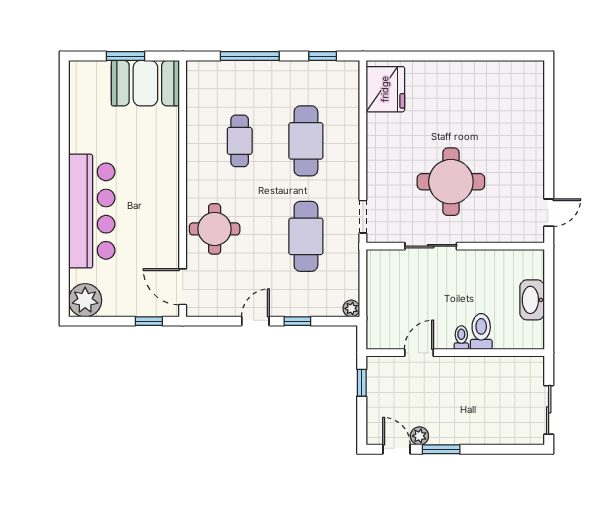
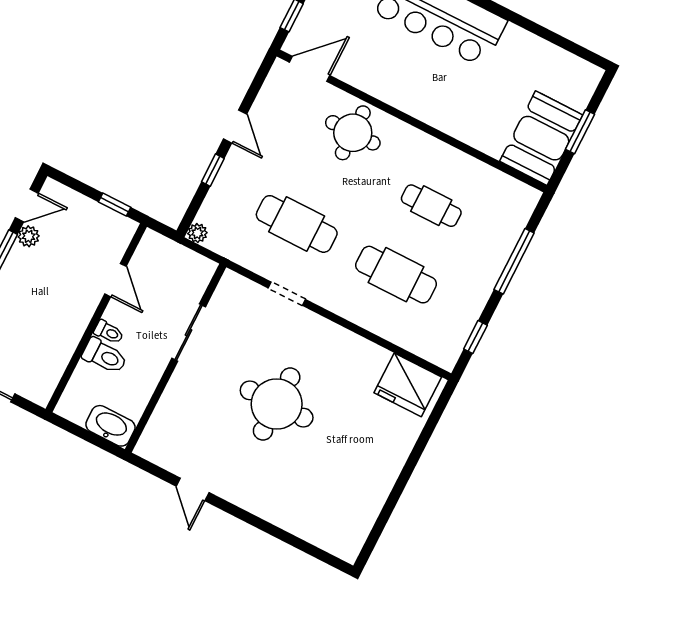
sliding door: (431, 246) -> (189, 333), moved
wall: (455, 246) -> (175, 358), moved

